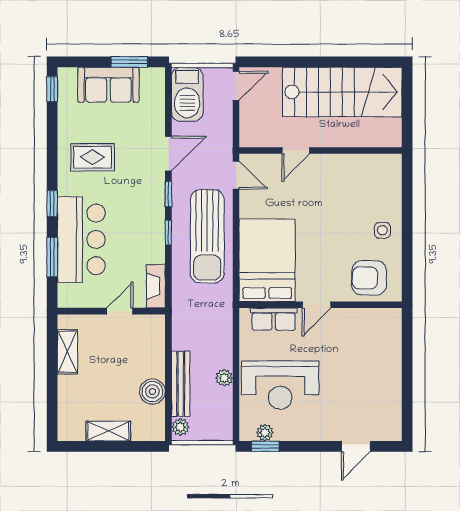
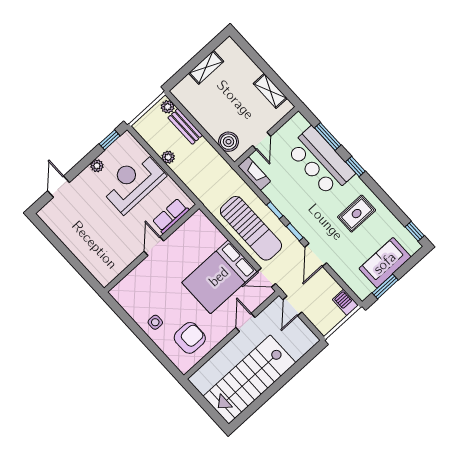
door: (236, 86) -> (292, 306), moved
barbecue: (187, 94) -> (345, 302), width x0.53, depth x0.65
sun lounger: (207, 236) -> (251, 228), turned 180
bed: (267, 260) -> (219, 277), moved, turned 90
armchair: (369, 278) -> (190, 338), moved
bench: (181, 384) -> (185, 126), width x0.73
boiler: (152, 392) -> (229, 142), moved
plant: (265, 433) -> (97, 166), moved

